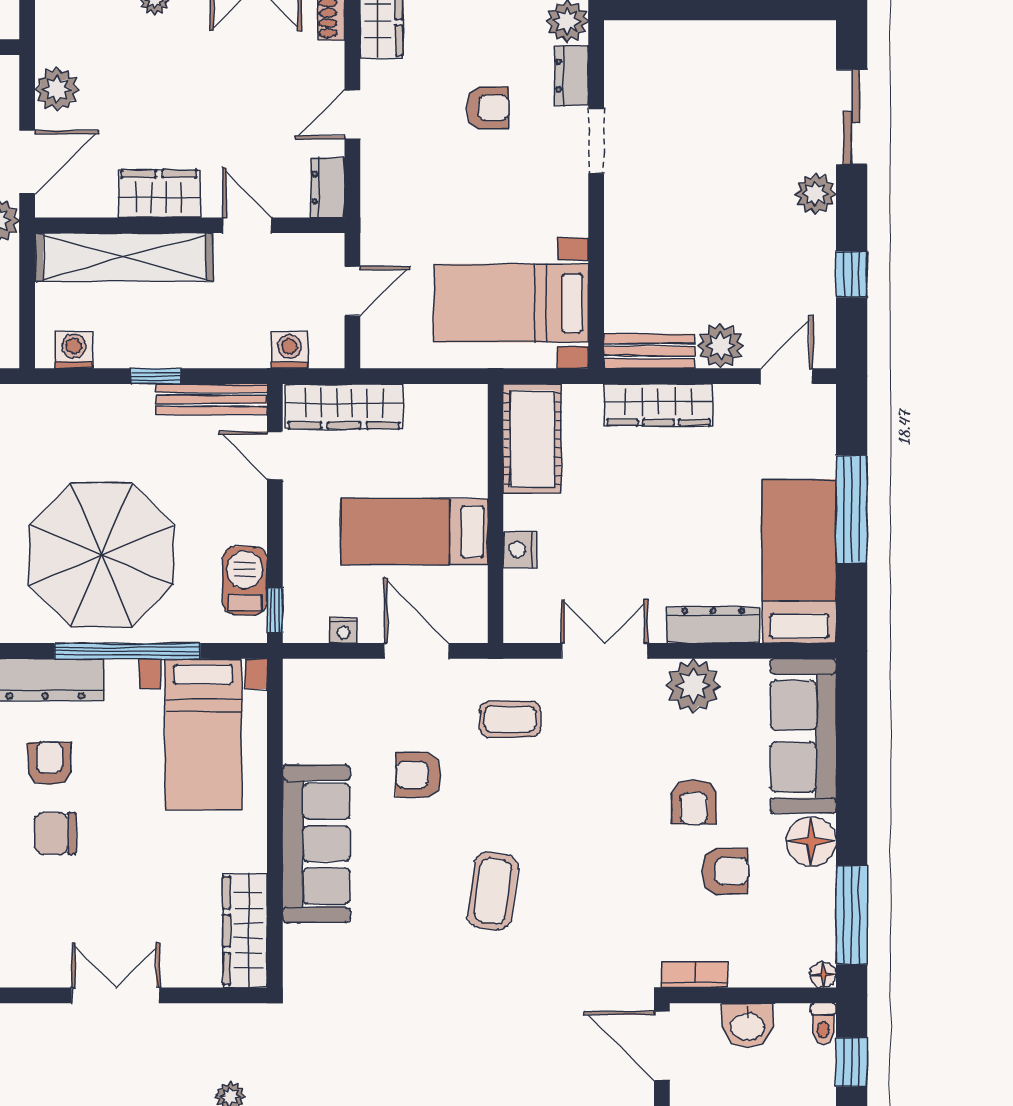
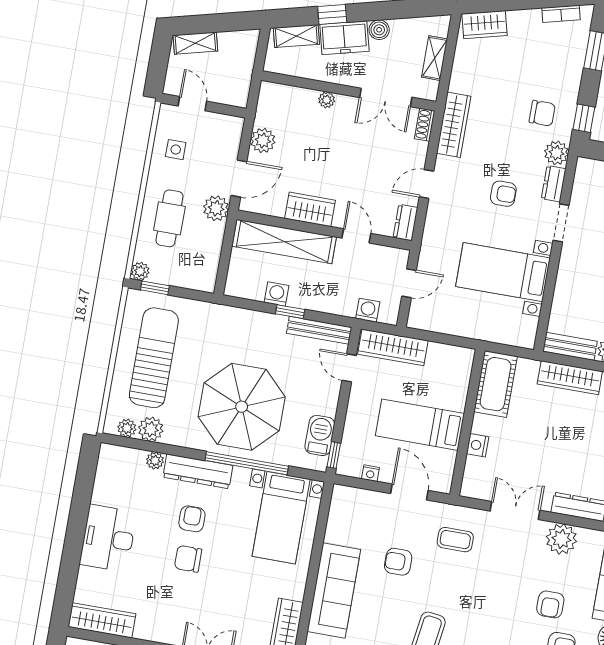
bed with nightstands: (511, 303) -> (503, 272), moved
washing machine: (74, 350) -> (276, 294), moved

